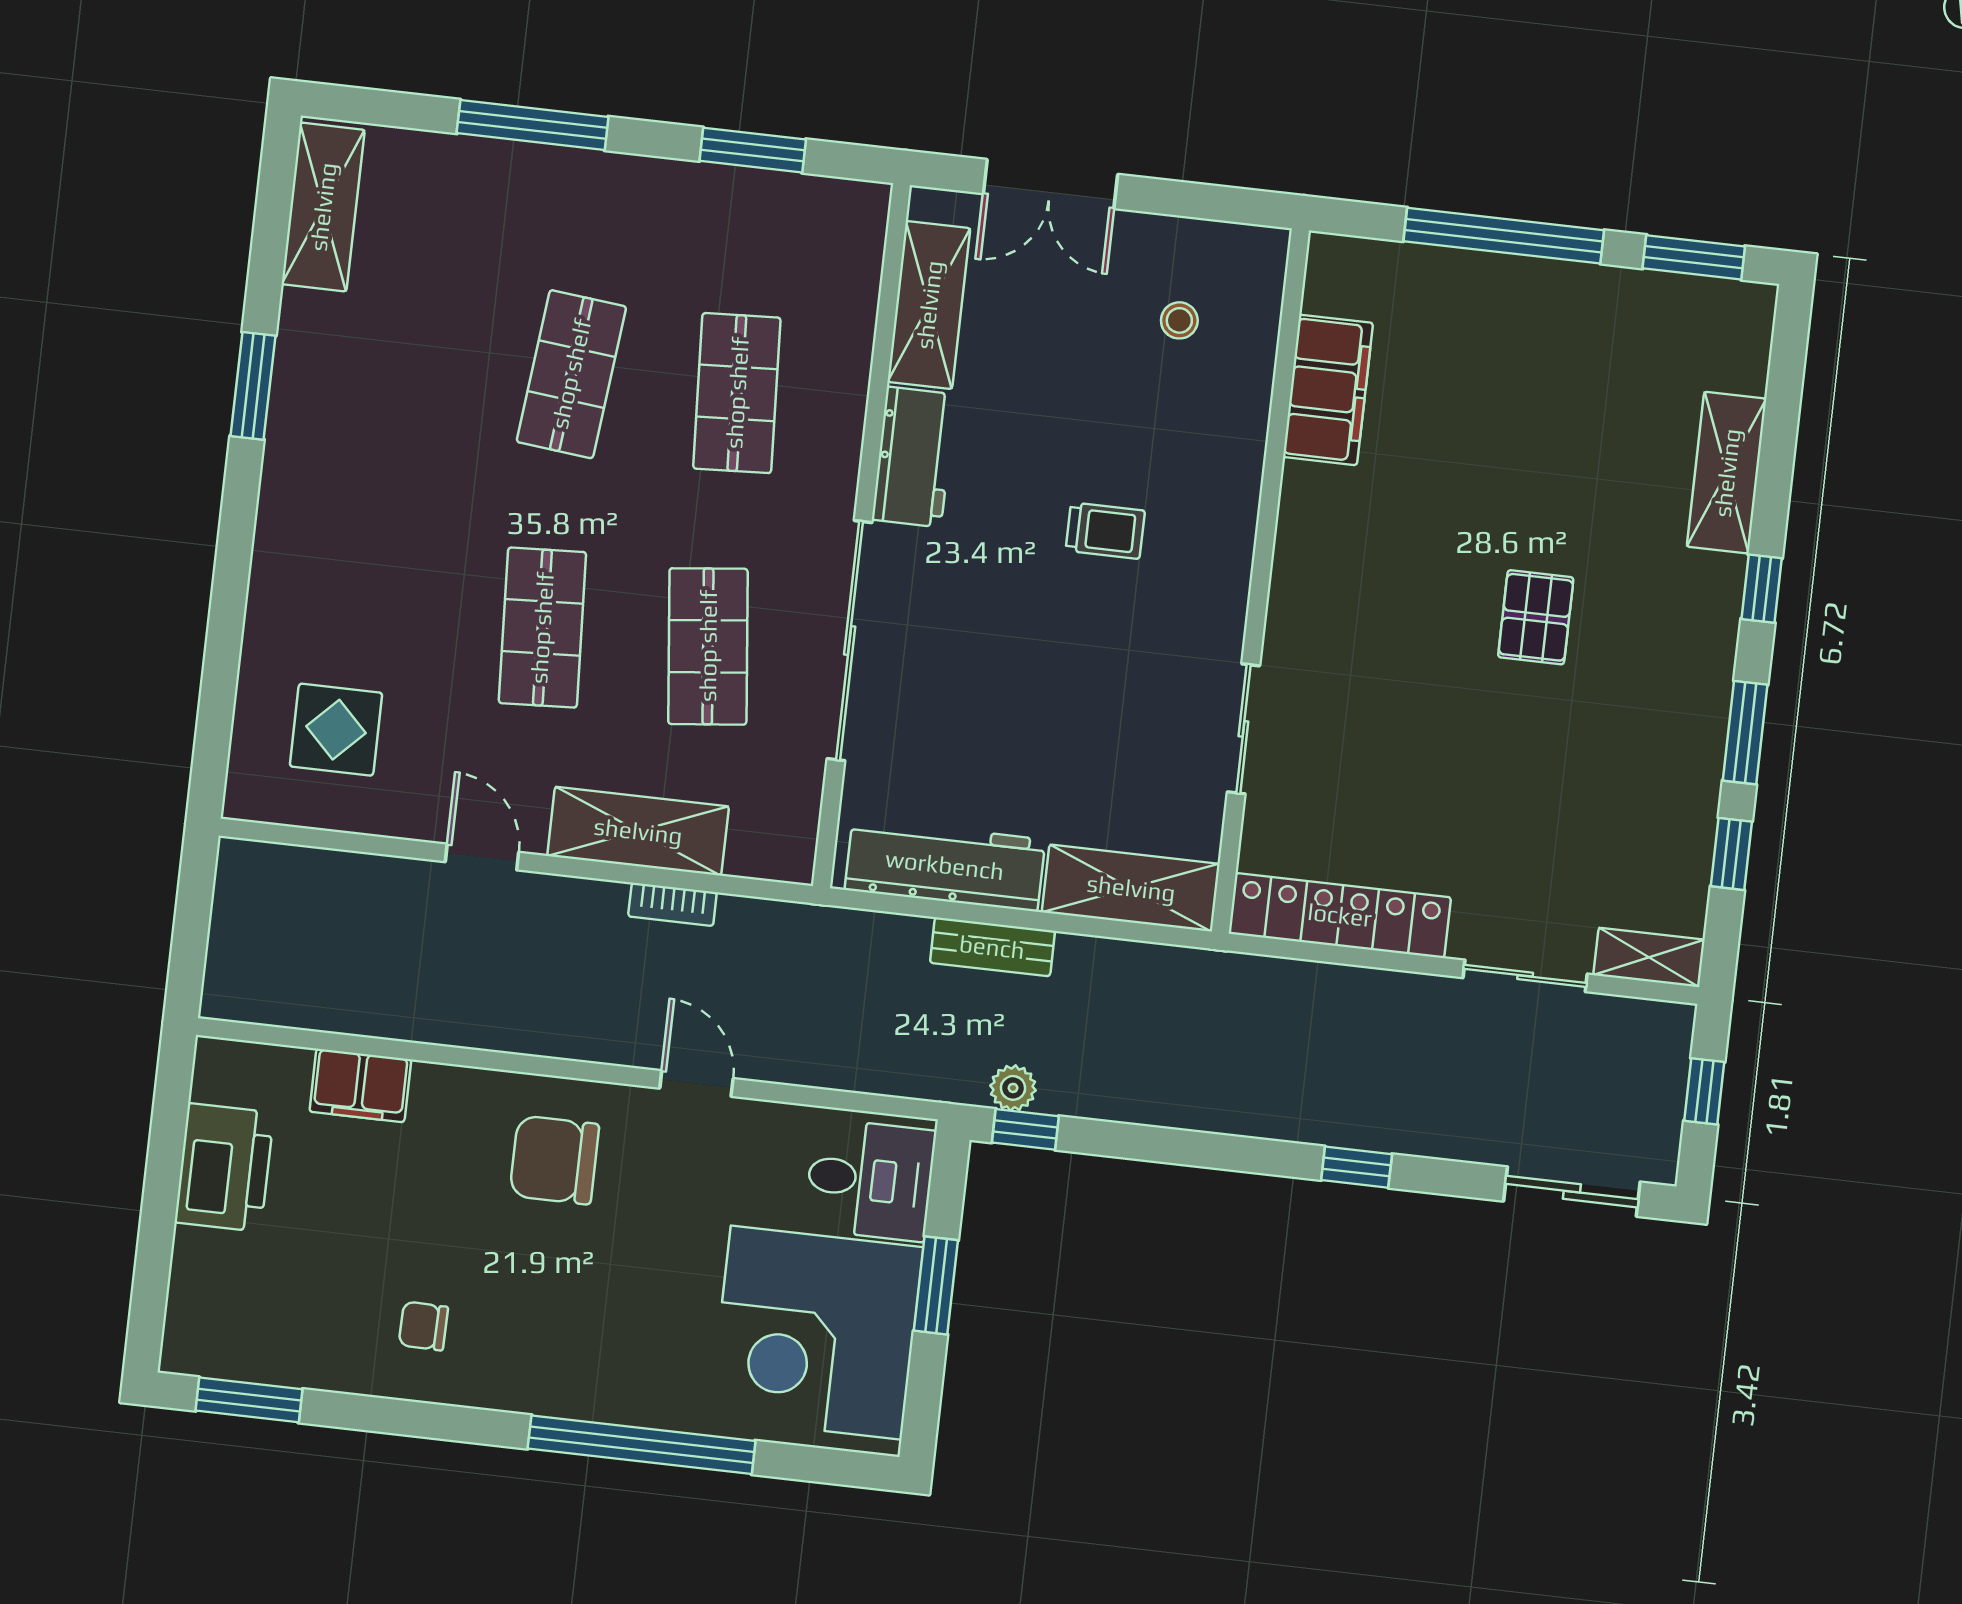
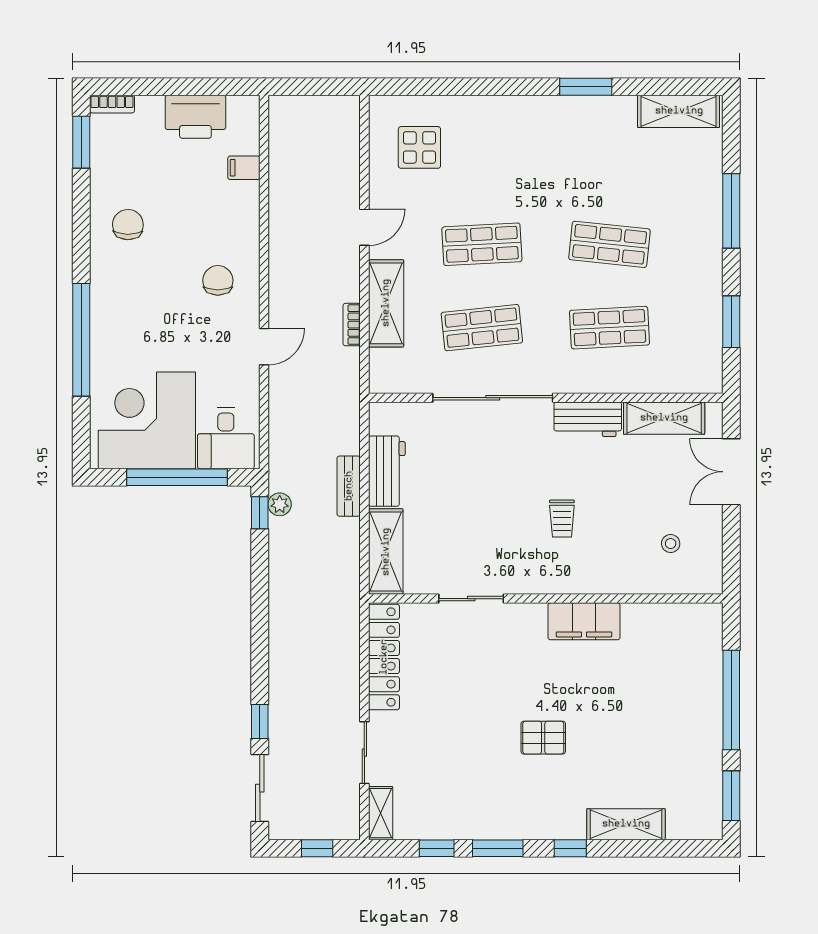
filing cabinet: (1328, 390) -> (584, 621), moved
workbench: (945, 865) -> (387, 471), width x0.73
filing cabinet: (360, 1086) -> (244, 168), width x0.50
chair: (554, 1160) -> (218, 280), width x0.73, depth x0.73
window: (1357, 1167) -> (260, 721), moved
window: (936, 1285) -> (177, 477), width x2.11
chair: (423, 1326) -> (128, 225), width x1.37, depth x1.37
bookcase: (180, 1330) -> (112, 104), added

